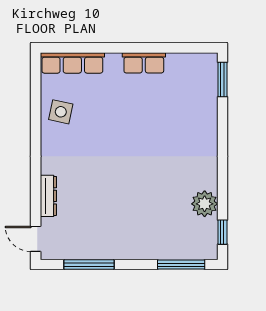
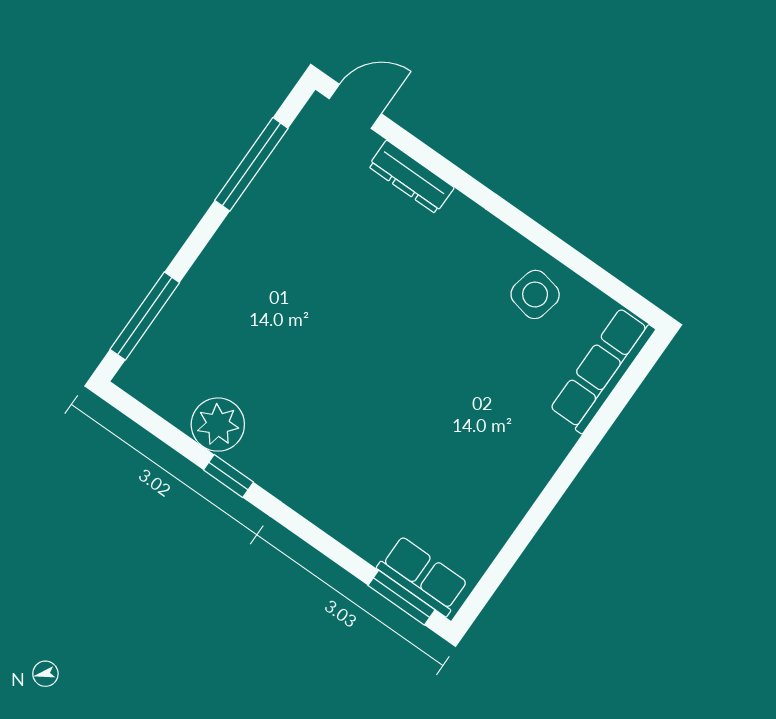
row of seats: (144, 63) -> (423, 576), moved, turned 90
window: (222, 232) -> (228, 476), moved

